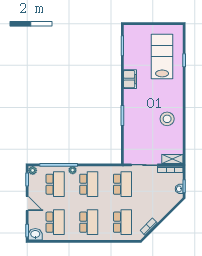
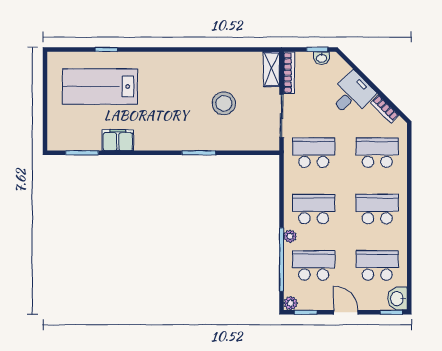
filing cabinet: (130, 79) -> (118, 140), moved
stool: (167, 119) -> (224, 103), moved
door: (27, 203) -> (346, 312), hinge flipped
desk: (157, 207) -> (352, 94), added

